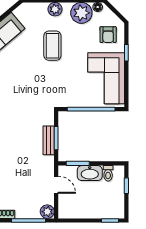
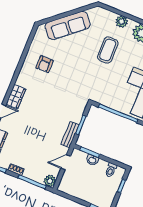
bench: (49, 140) -> (70, 135), moved
washbasin: (90, 173) -> (92, 160), width x0.52, depth x0.69
door: (56, 185) -> (66, 162), swing flipped

